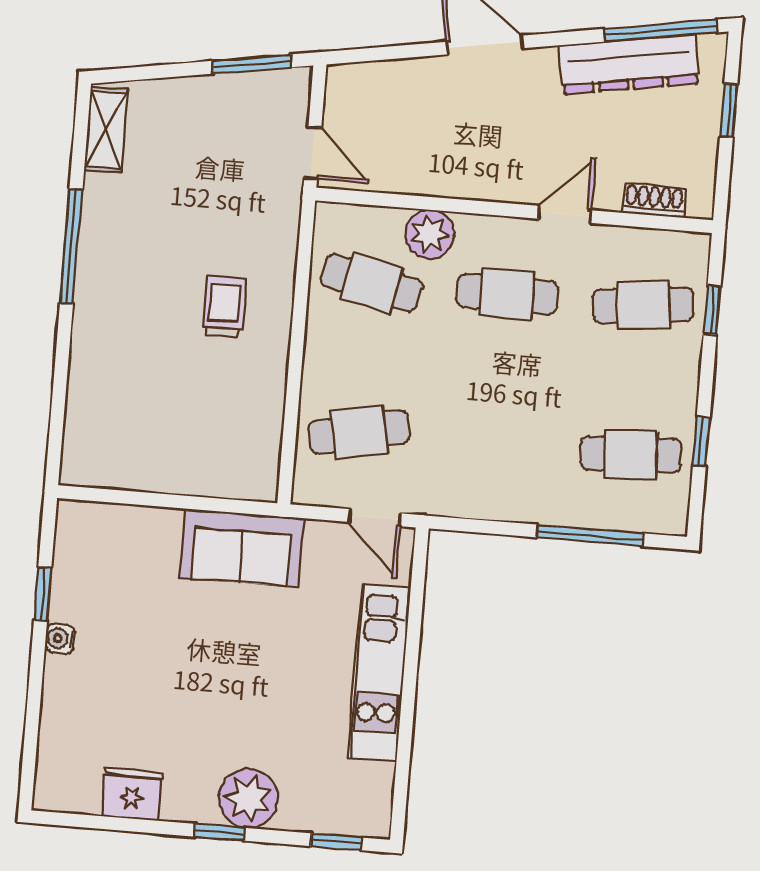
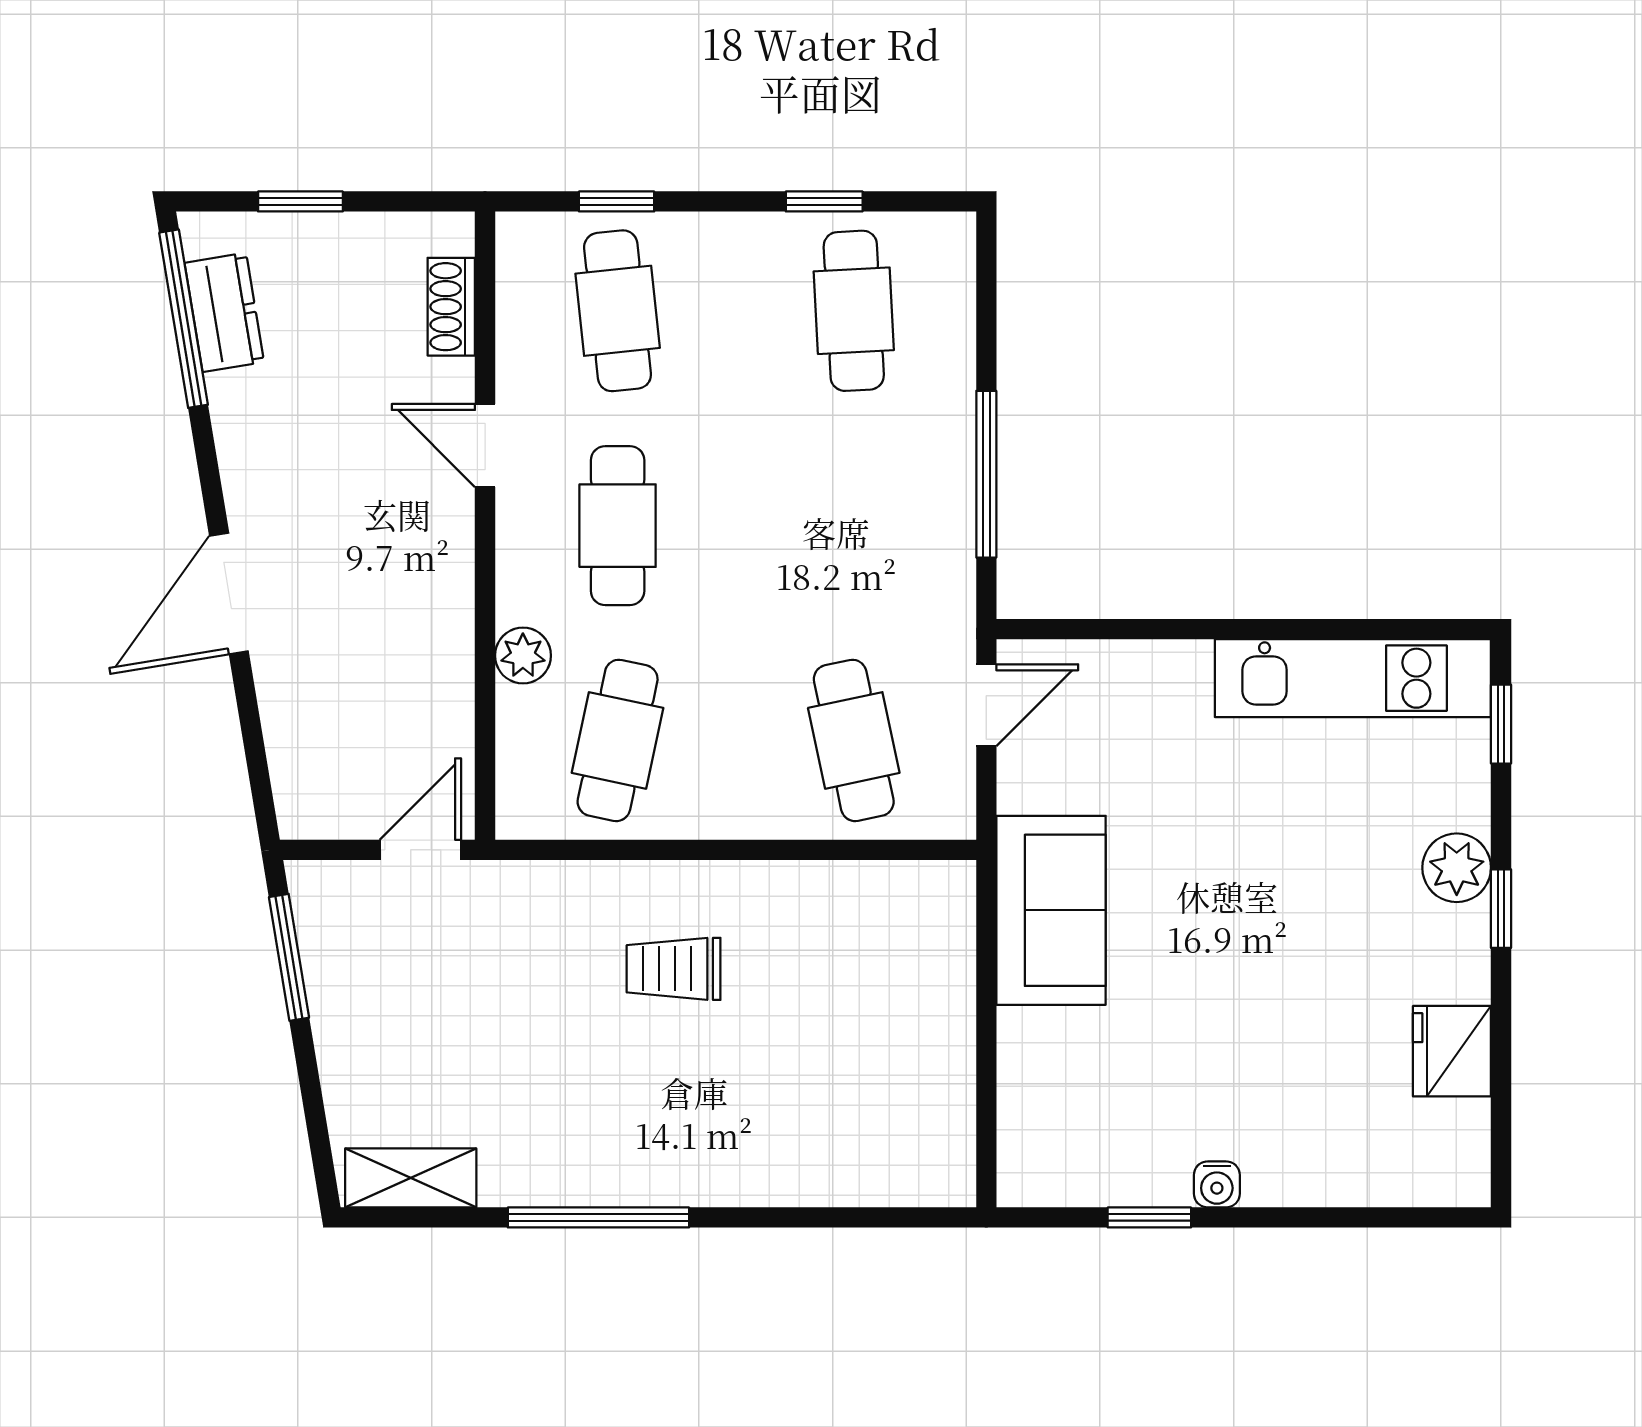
dresser: (629, 64) -> (224, 312), width x0.51, depth x0.80
plant: (430, 234) -> (523, 656), width x0.73, depth x0.73
window: (590, 535) -> (986, 474), moved
kitchen unit: (379, 672) -> (1353, 678), moved
plant: (248, 798) -> (1457, 868), width x0.73, depth x0.73

